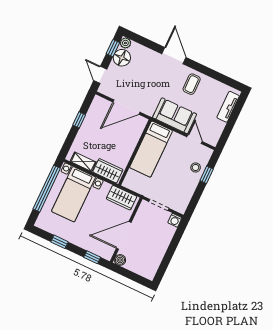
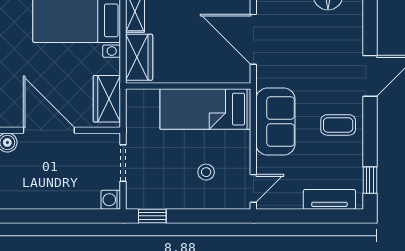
window: (228, 81) -> (370, 180), added
door: (195, 139) -> (253, 188), moved
stool: (196, 167) -> (206, 172), moved
window: (207, 175) -> (152, 216), moved

